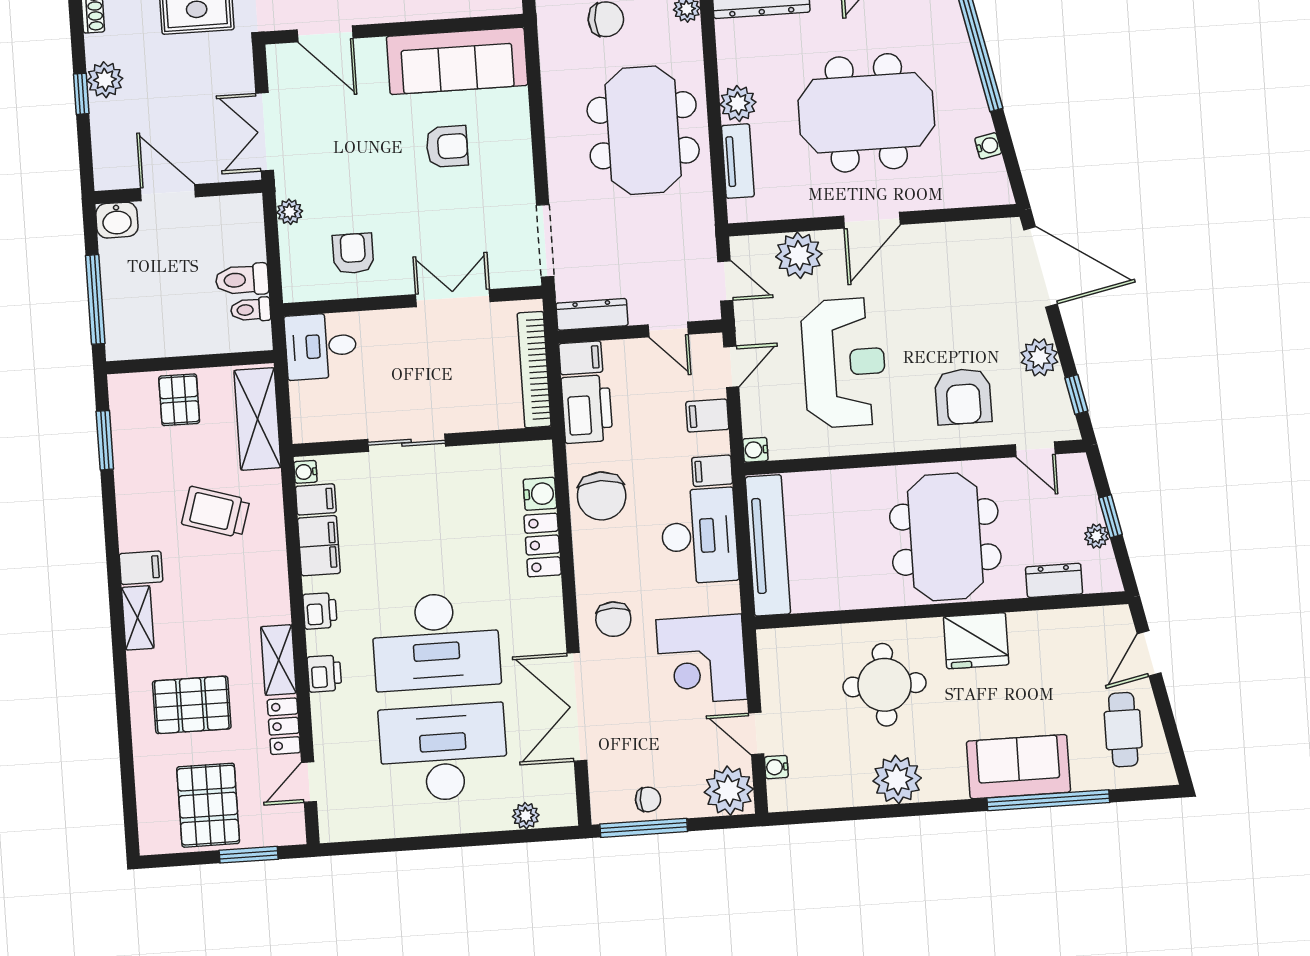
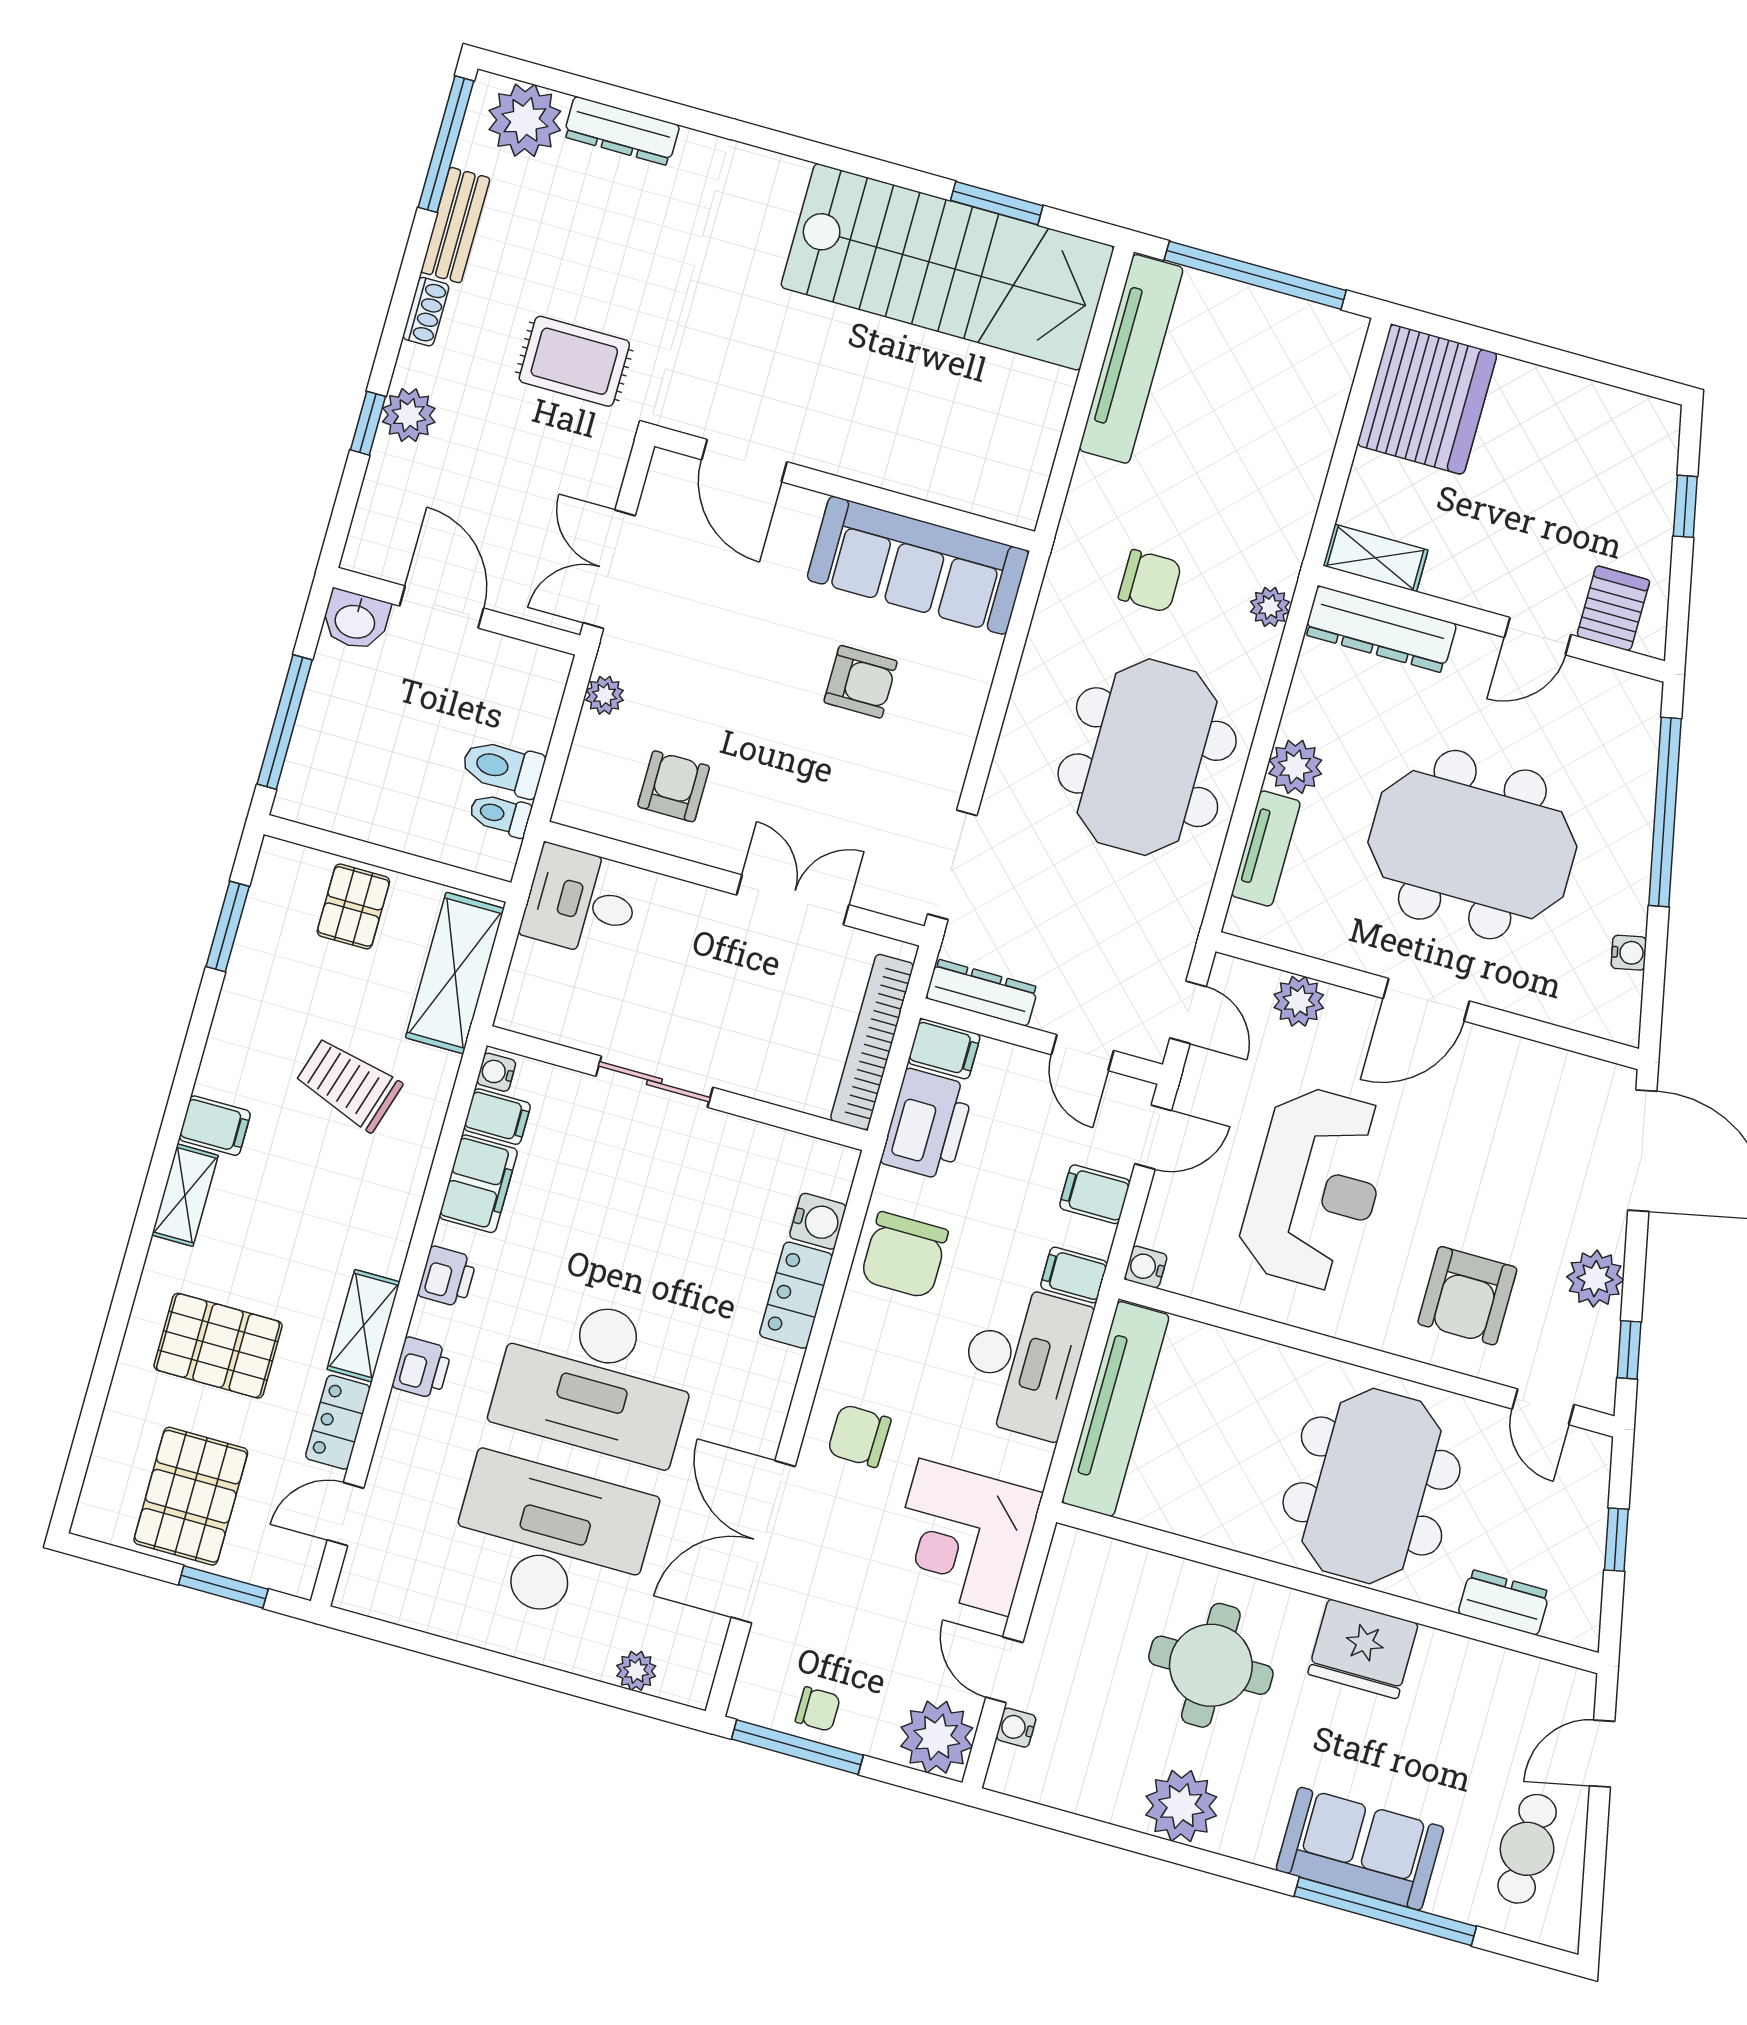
plant: (799, 255) -> (1299, 1001), width x0.73, depth x0.73
plant: (1097, 536) -> (1586, 1561), removed
chair: (613, 619) -> (859, 1436), turned 91

